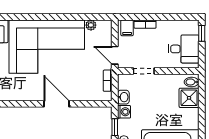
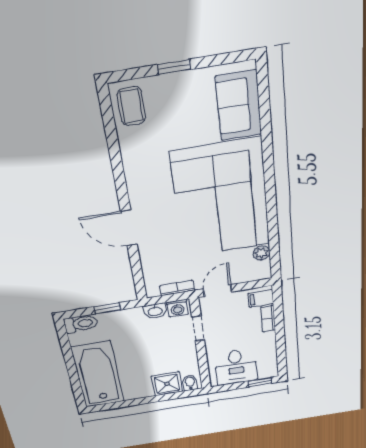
door: (57, 104) -> (129, 228), swing flipped
washing machine: (124, 112) -> (177, 308), moved

